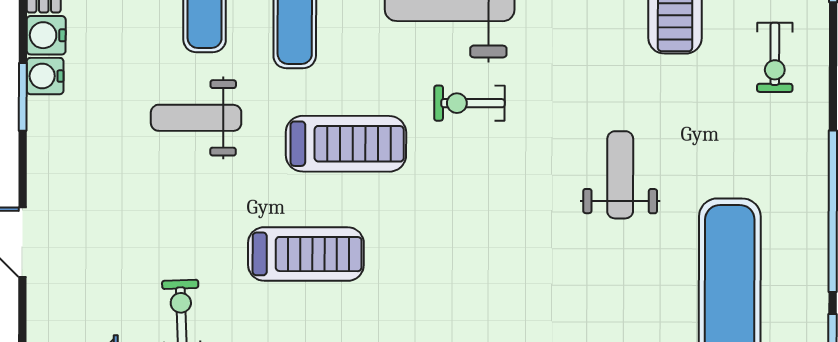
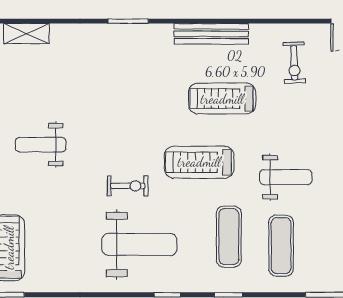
weight bench: (620, 175) -> (41, 145), turned 90

